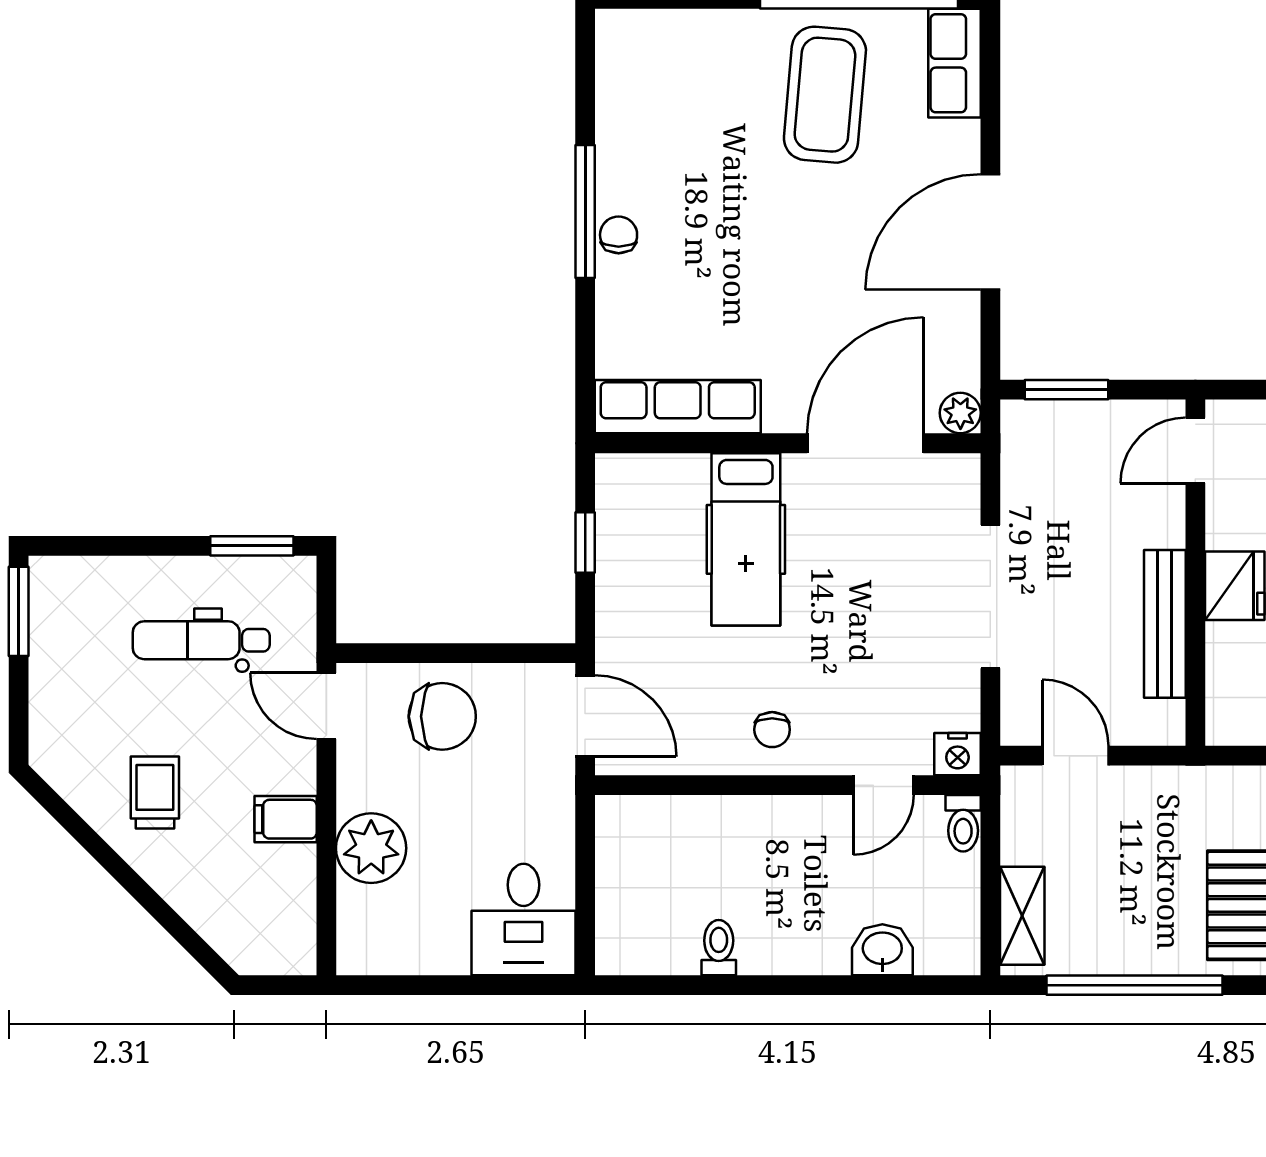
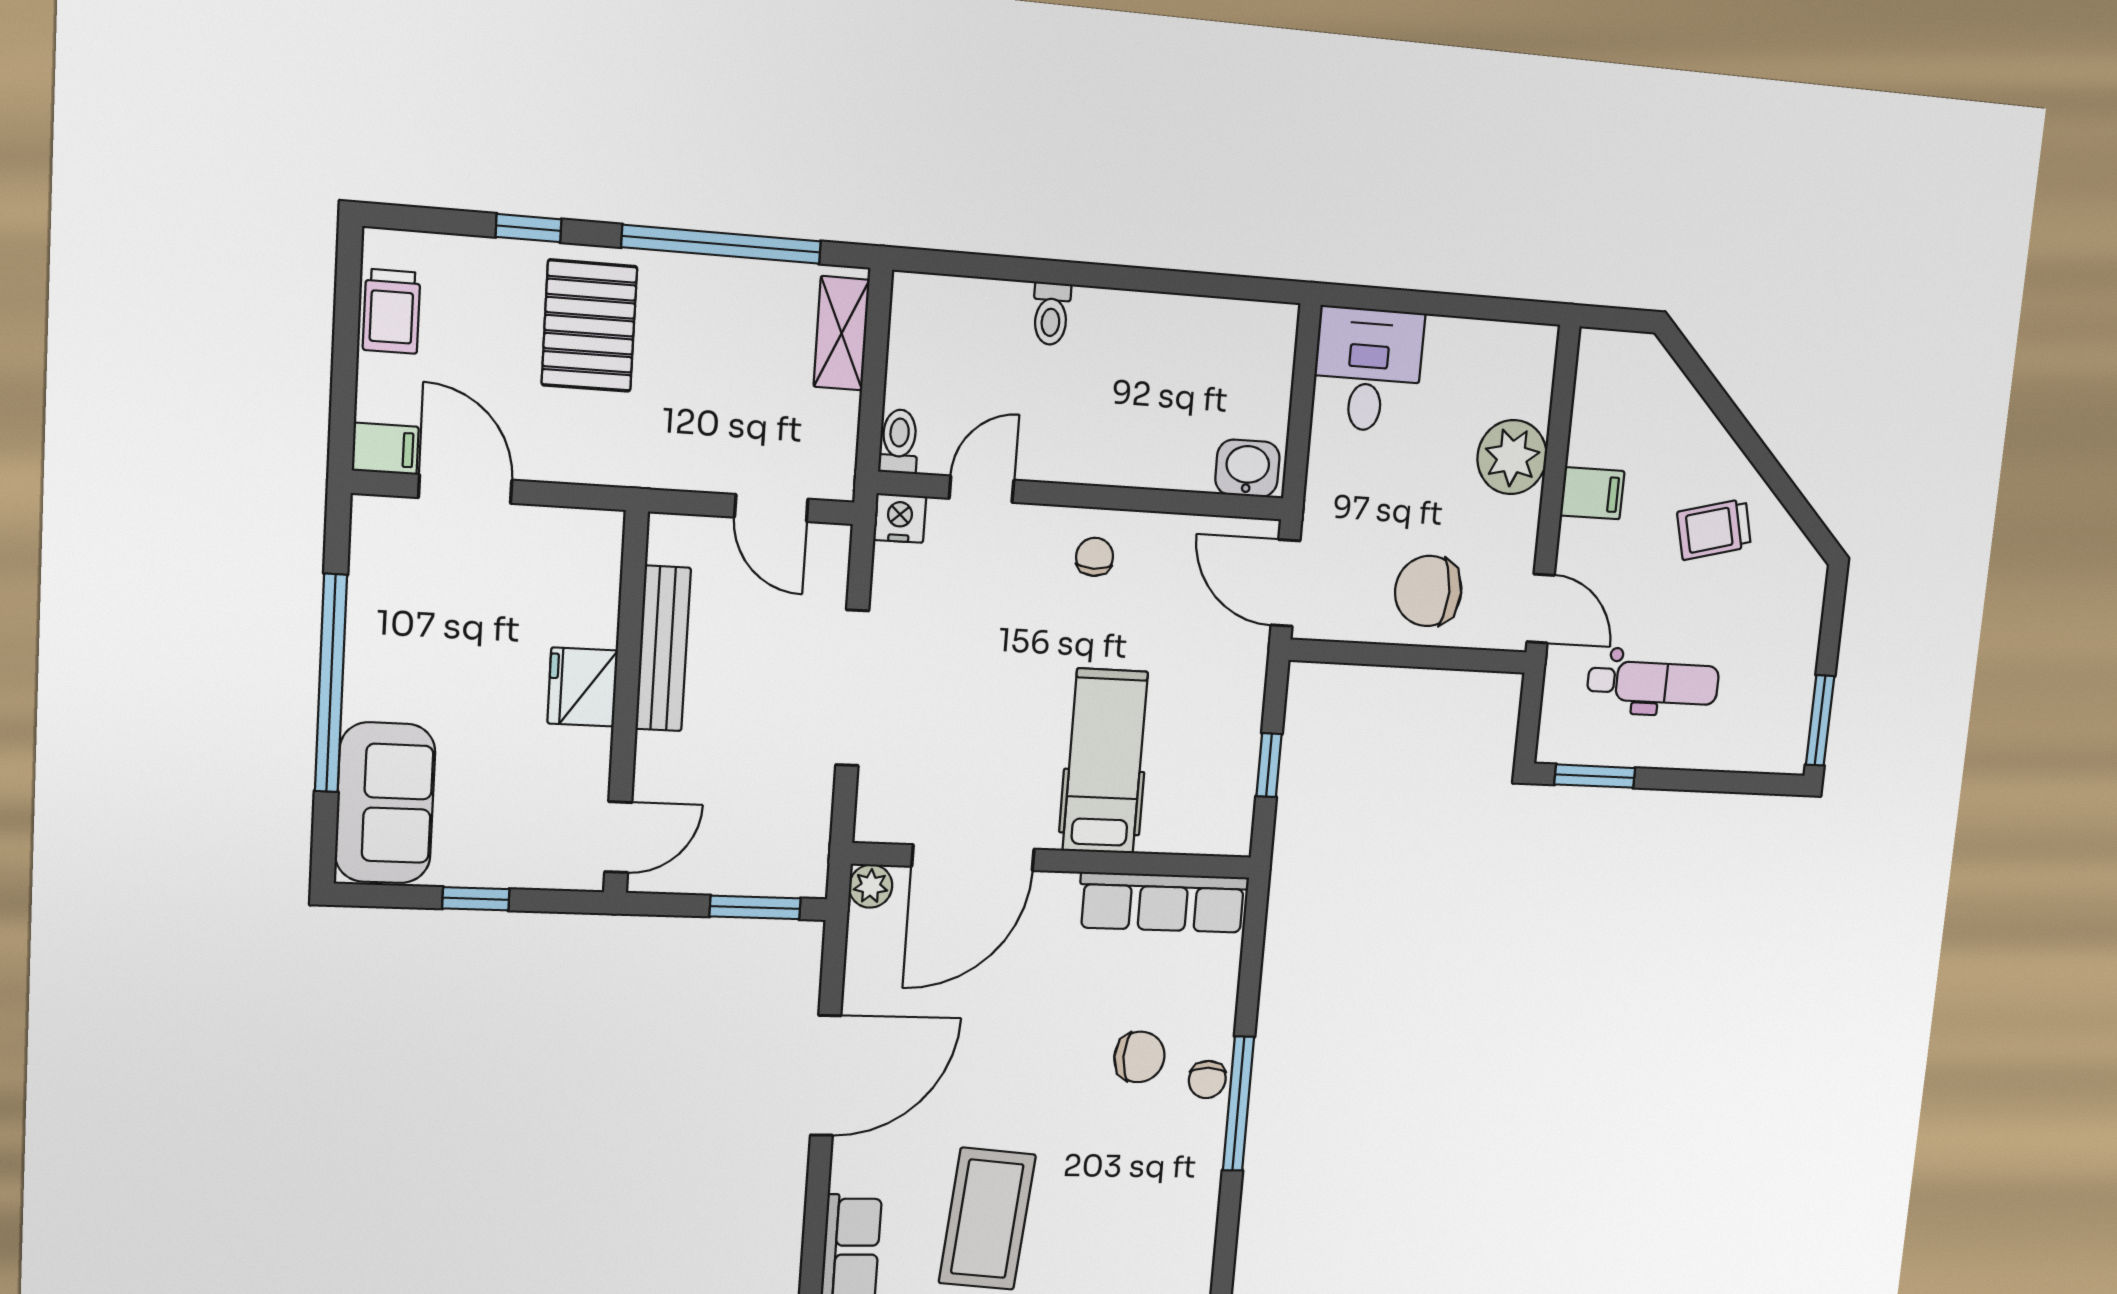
chair: (688, 256) -> (1139, 1057), added
trolley: (155, 793) -> (1714, 529), turned 76
toilet: (719, 948) -> (1051, 314), moved
washbasin: (882, 950) -> (1247, 468), moved, turned 180

